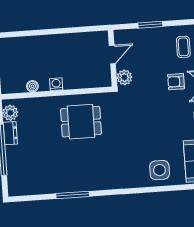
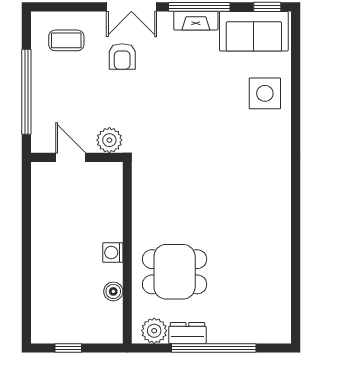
window: (150, 25) -> (26, 92), width x2.11
dining table: (81, 122) -> (175, 272), moved, turned 90
window: (73, 195) -> (296, 238), removed

